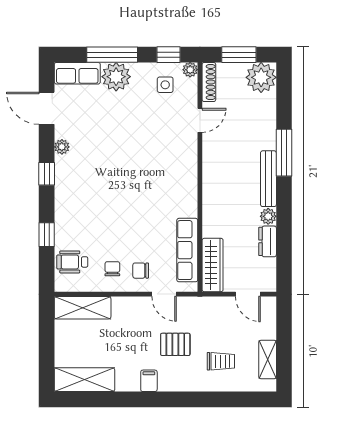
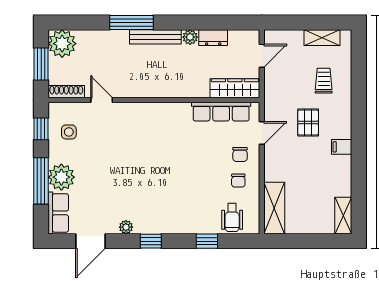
plant: (190, 70) -> (55, 109), removed
chair: (112, 269) -> (238, 181), turned -90
shelving: (84, 380) -> (343, 216), width x0.67, depth x0.75

